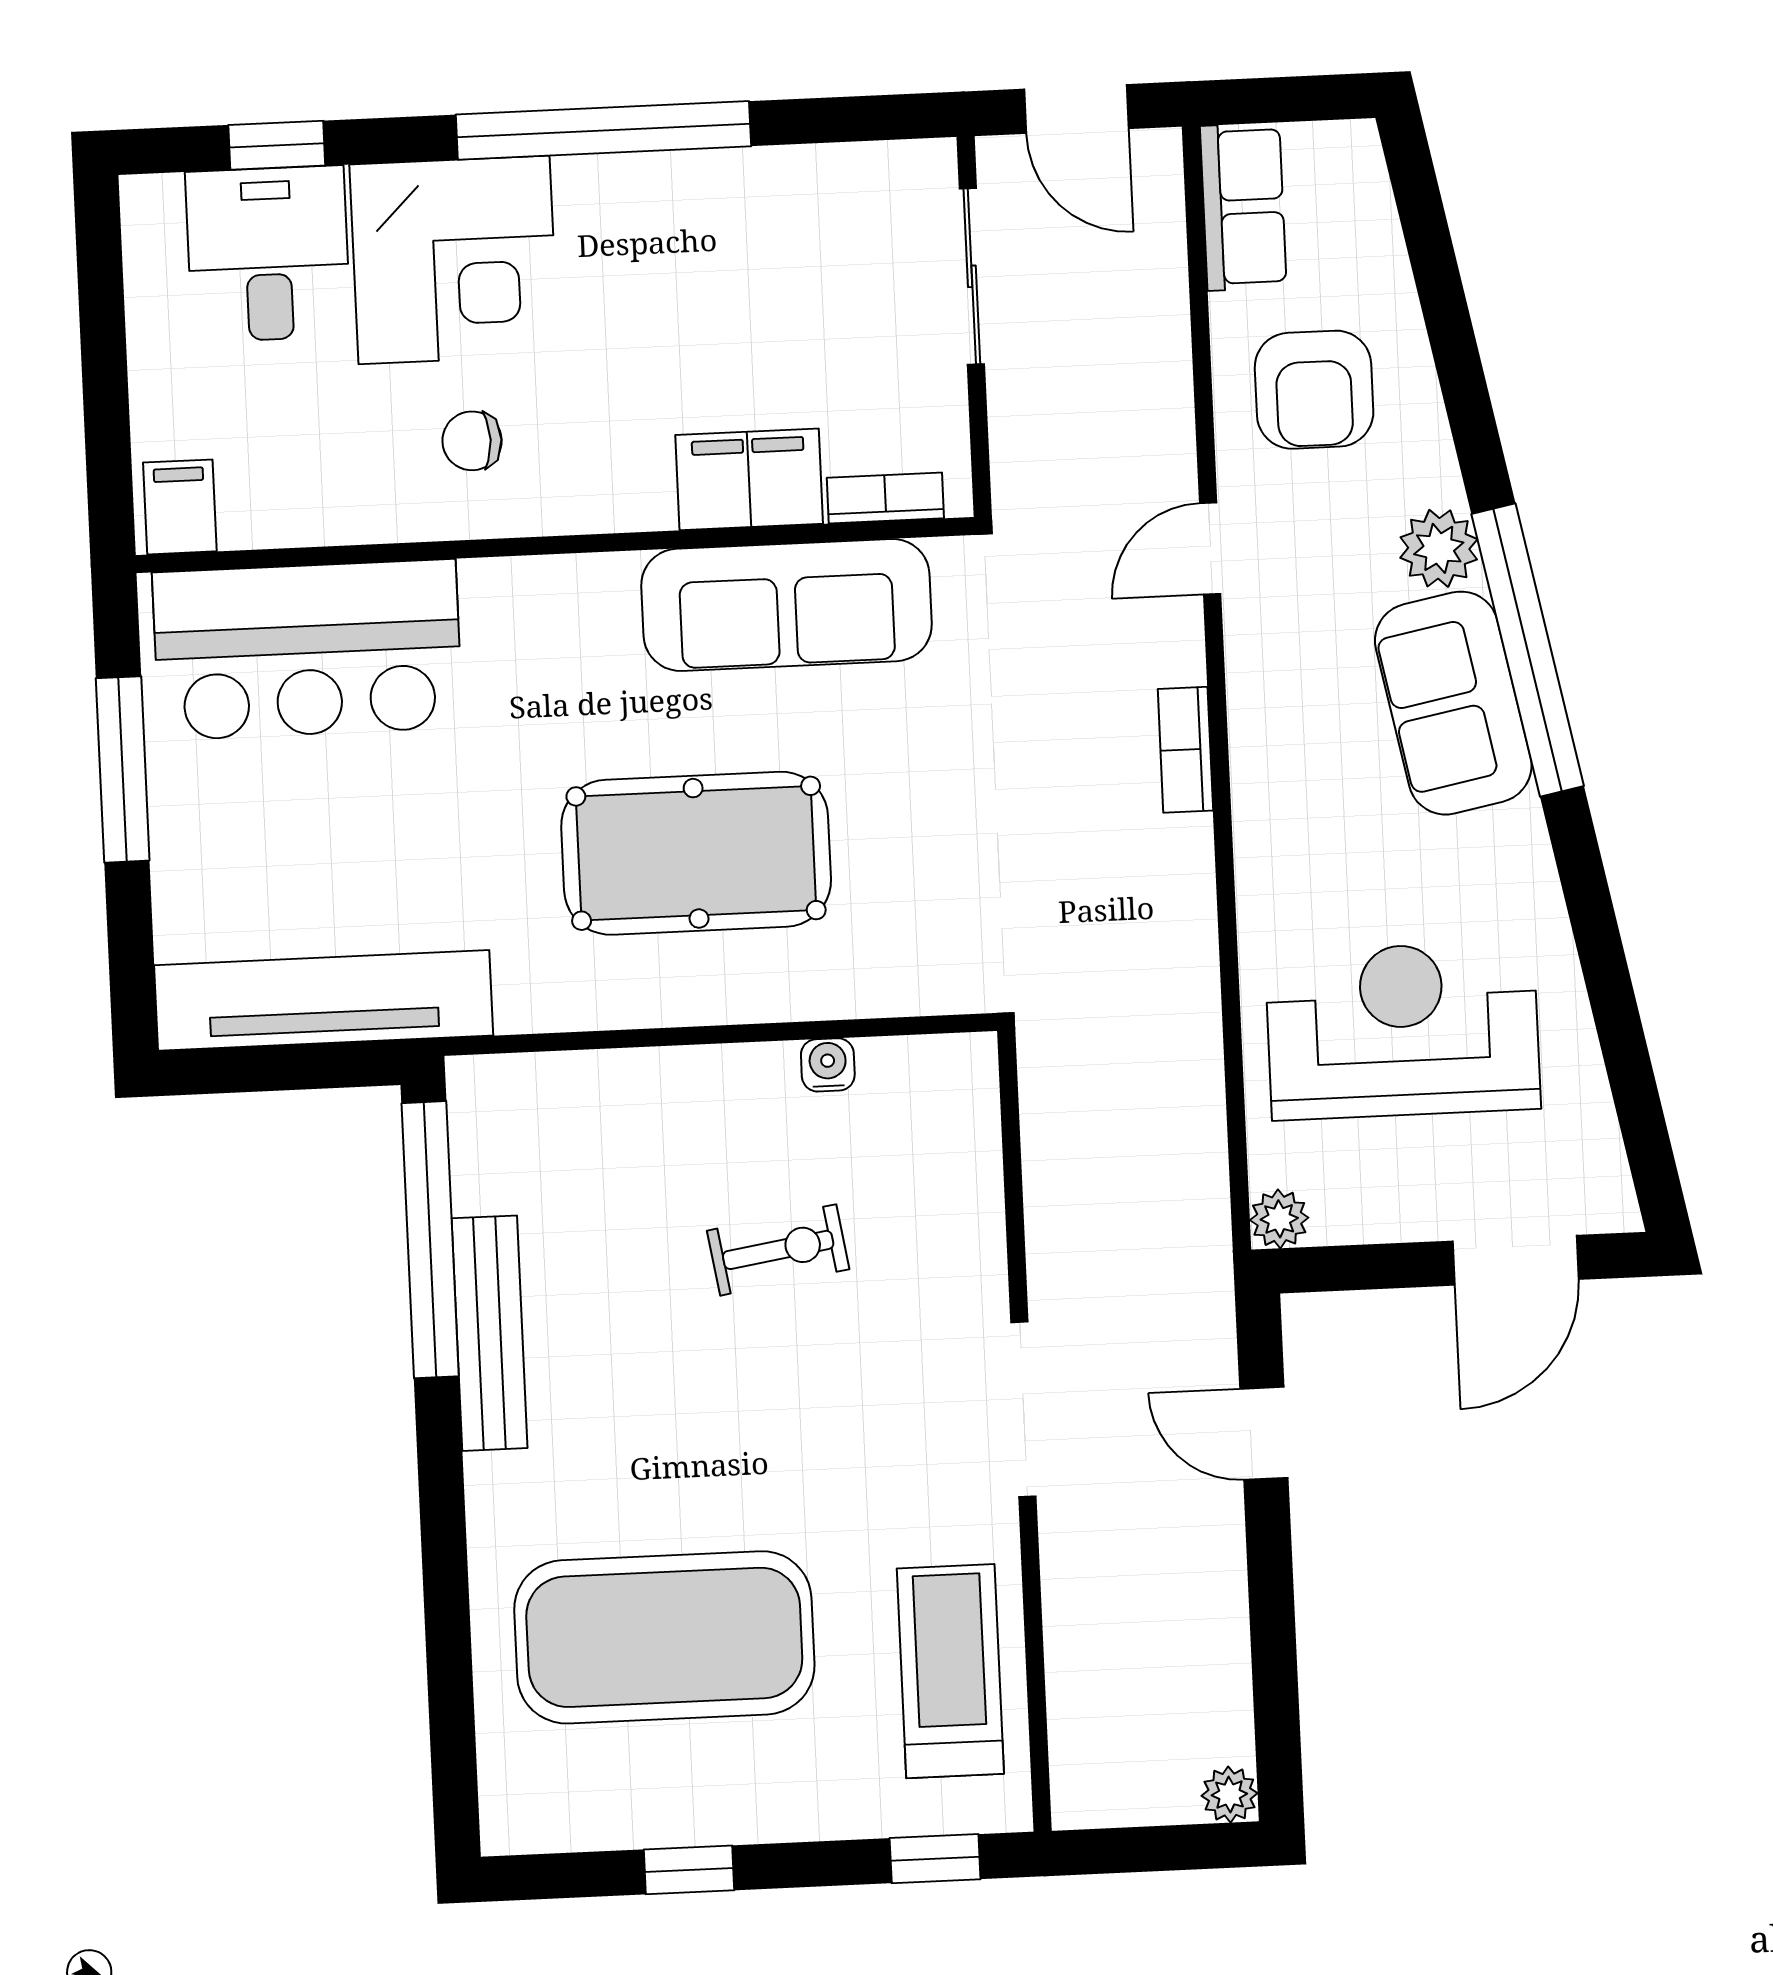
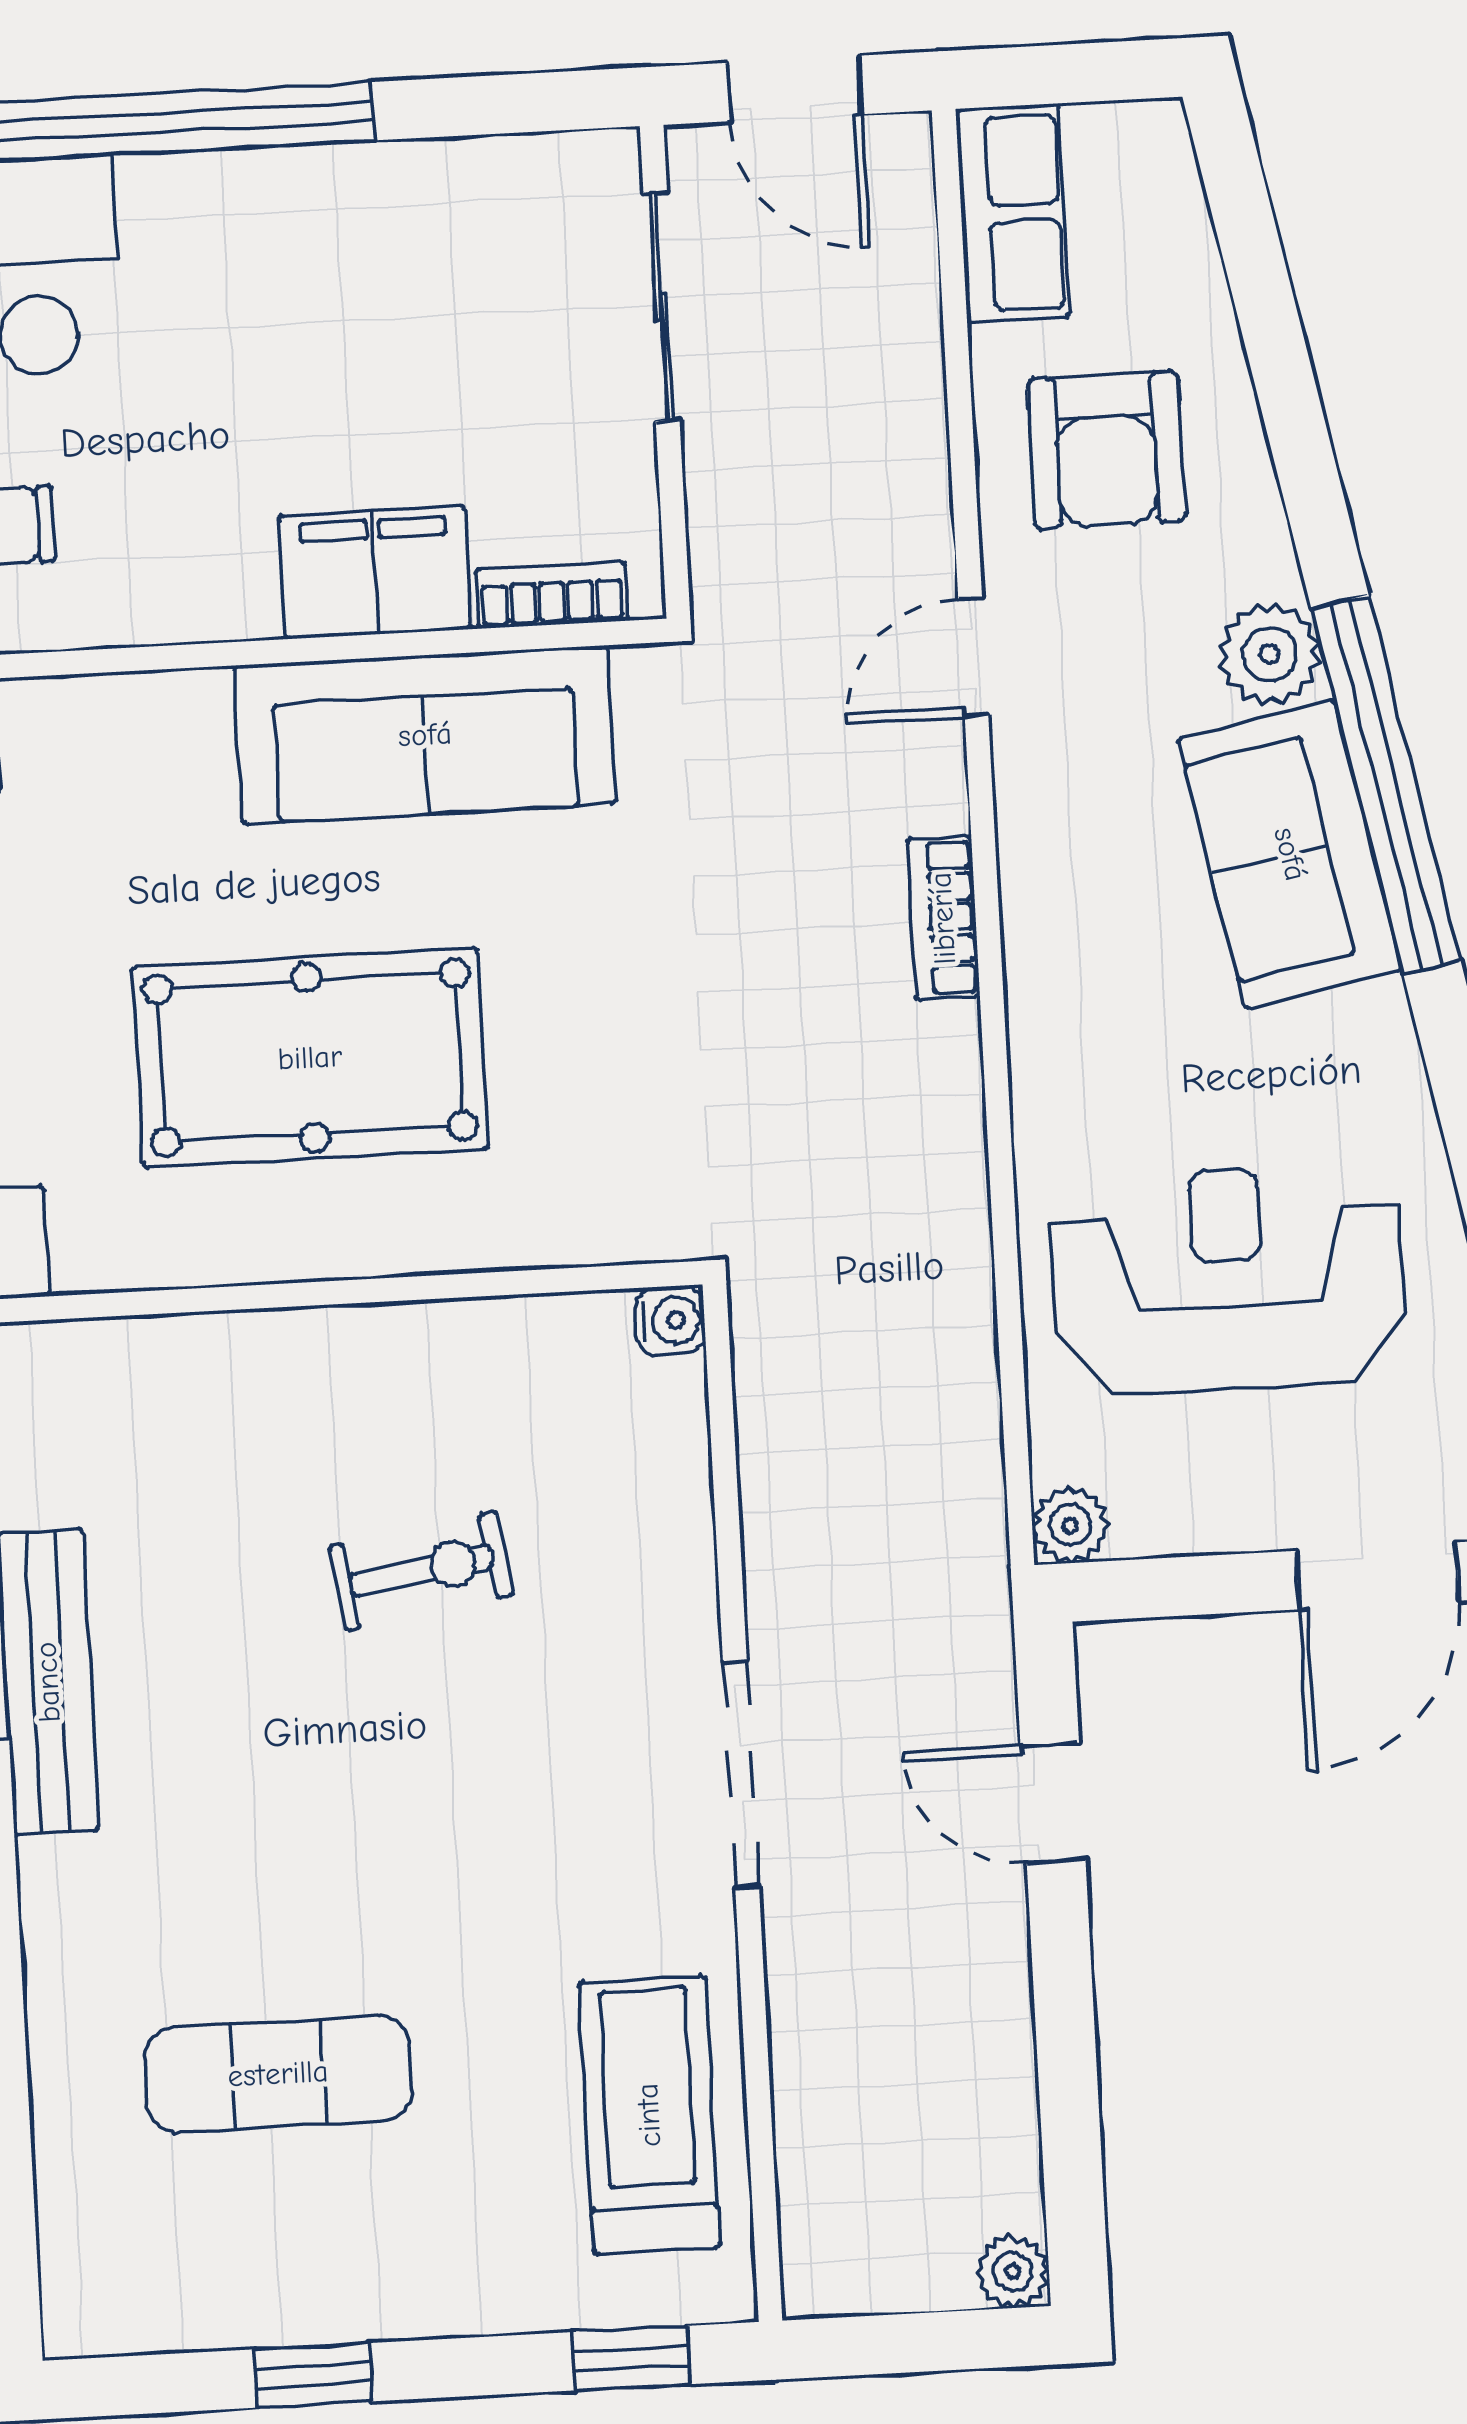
water cooler: (828, 1065) -> (670, 1320), moved, turned 90
exercise mat: (664, 1637) -> (278, 2074), width x0.50, depth x0.69

